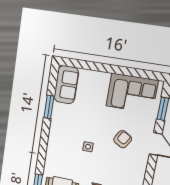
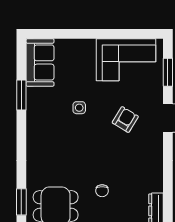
side table: (88, 147) -> (79, 108), moved

